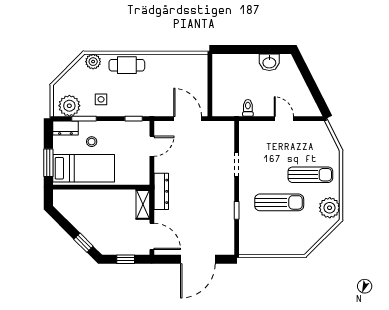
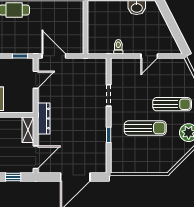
door: (188, 119) -> (54, 56), moved
door: (284, 119) -> (149, 56), swing flipped
door: (152, 236) -> (36, 157), hinge flipped

